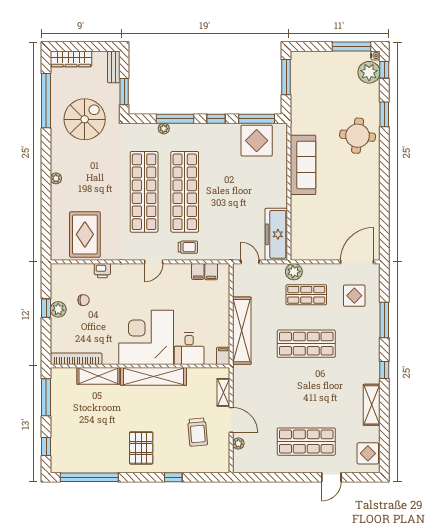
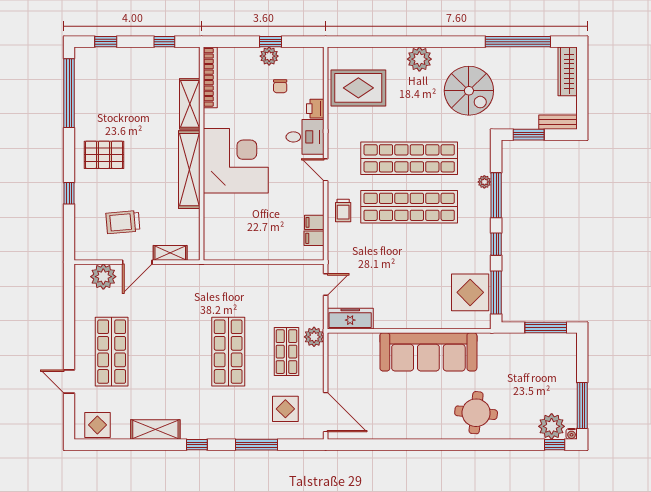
window: (384, 114) -> (501, 445), removed
spiral stairs: (85, 119) -> (469, 91), moved
sofa: (303, 165) -> (428, 352), width x1.36, depth x1.27
plant: (56, 178) -> (419, 59), width x1.87, depth x1.87
freezer: (276, 234) -> (350, 319), width x0.73, depth x0.79
shelving: (242, 331) -> (244, 275), removed
desk: (189, 349) -> (305, 137), moved, turned 180
filing cabinet: (223, 356) -> (214, 253), removed
window: (46, 397) -> (164, 42), width x0.46
plant: (238, 443) -> (103, 277), width x1.87, depth x1.87

